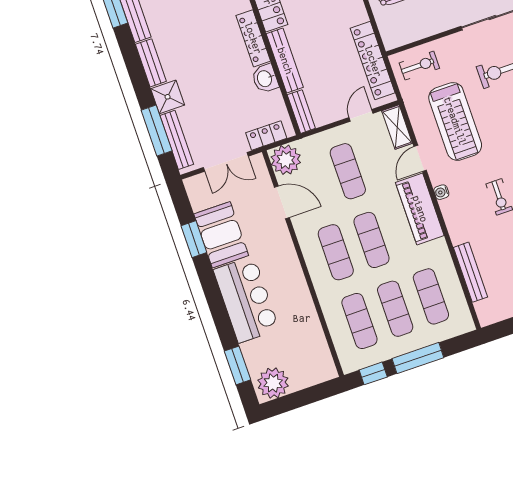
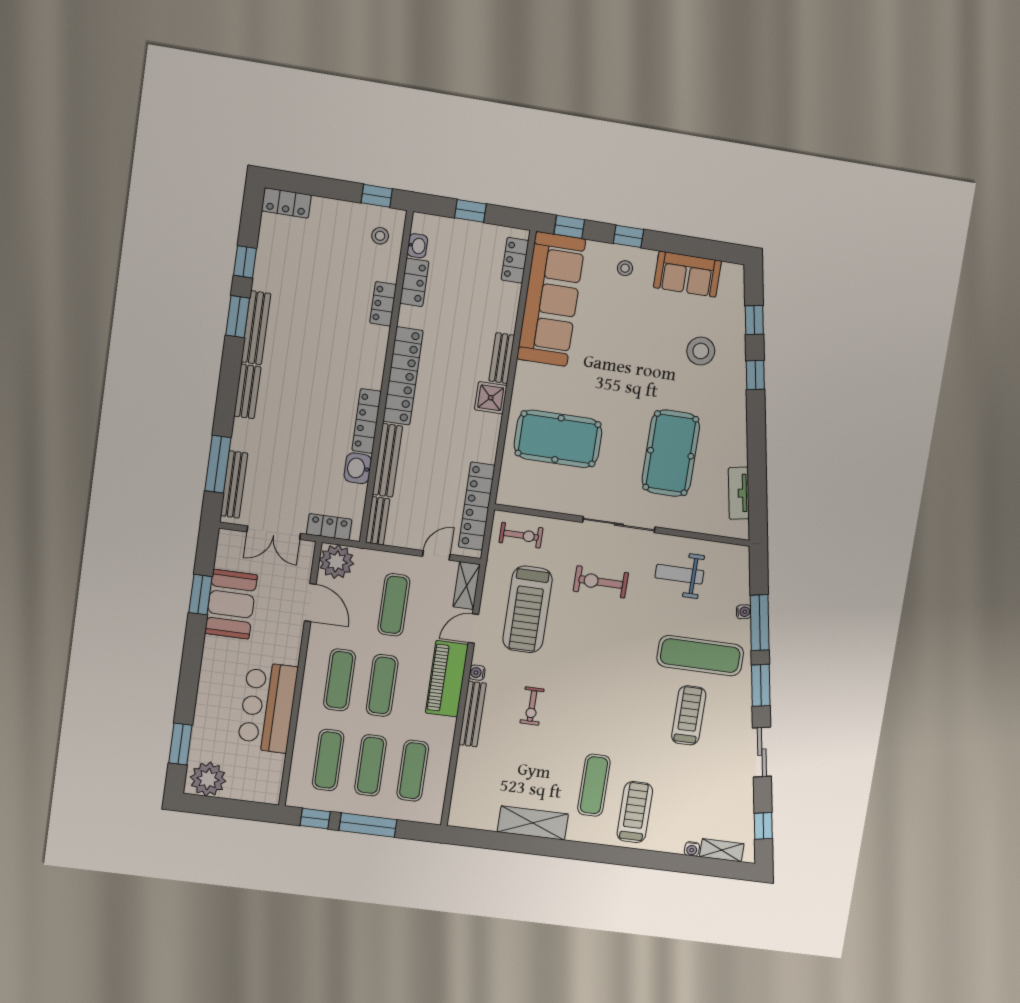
shower: (168, 97) -> (247, 435), removed
bench: (471, 272) -> (473, 714), moved
bar counter: (246, 300) -> (268, 707), moved, turned 180

